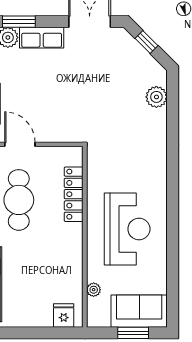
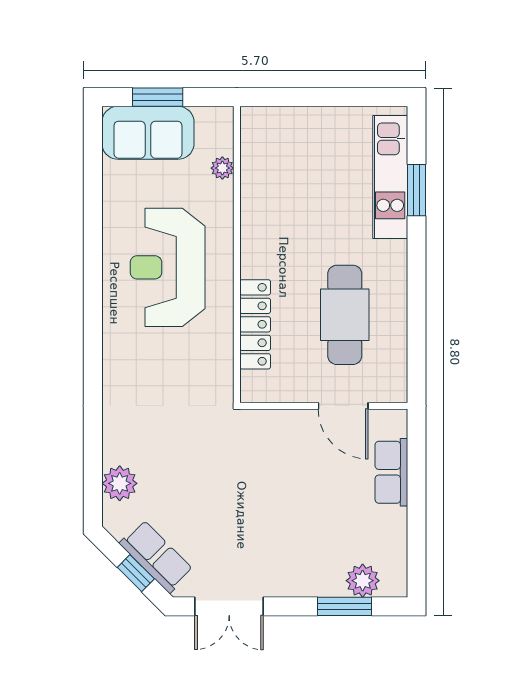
row of seats: (42, 38) -> (156, 556), moved, turned 45
fridge: (64, 316) -> (271, 126), removed

